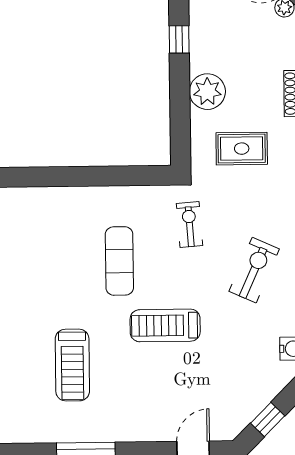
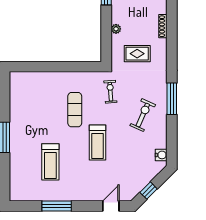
plant: (207, 92) -> (116, 29), width x0.53, depth x0.53
treadmill: (165, 325) -> (97, 142), turned -90

